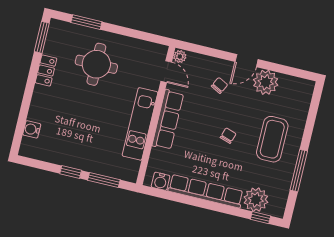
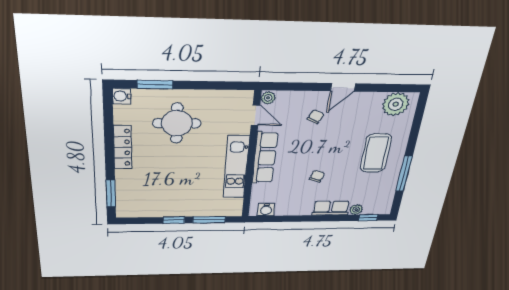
window: (42, 37) -> (111, 194), moved
locker: (46, 70) -> (123, 147), width x1.53
plant: (266, 82) -> (396, 104), moved
water cooler: (32, 129) -> (122, 96), moved
chair: (228, 136) -> (317, 176), moved
row of seats: (206, 191) -> (331, 208), width x0.50
plant: (256, 200) -> (356, 210), width x0.53, depth x0.53

